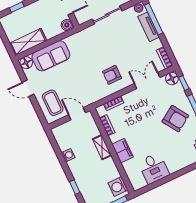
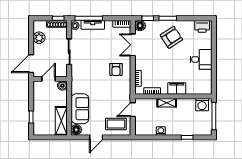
desk: (154, 168) -> (201, 59), moved

